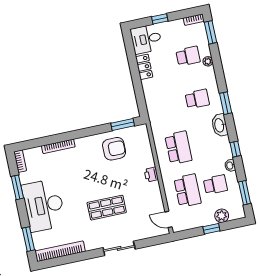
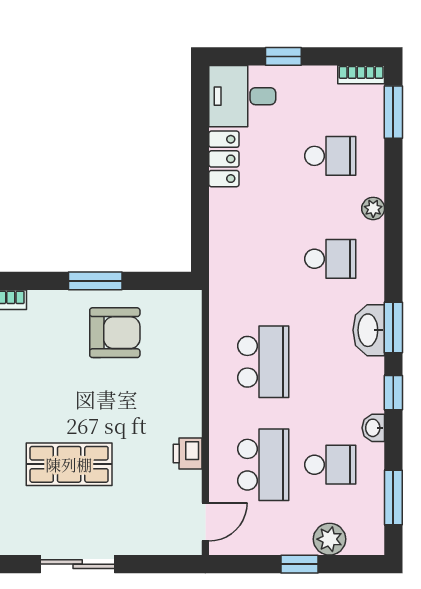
plant: (208, 61) -> (373, 208), moved
window: (226, 103) -> (393, 327), moved
window: (123, 124) -> (95, 281), moved
printer: (151, 174) -> (188, 453), moved
door: (168, 219) -> (205, 522), swing flipped

